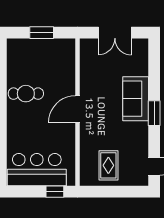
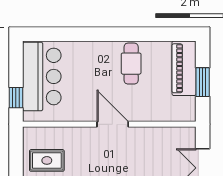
piano: (30, 48) -> (184, 68), added

